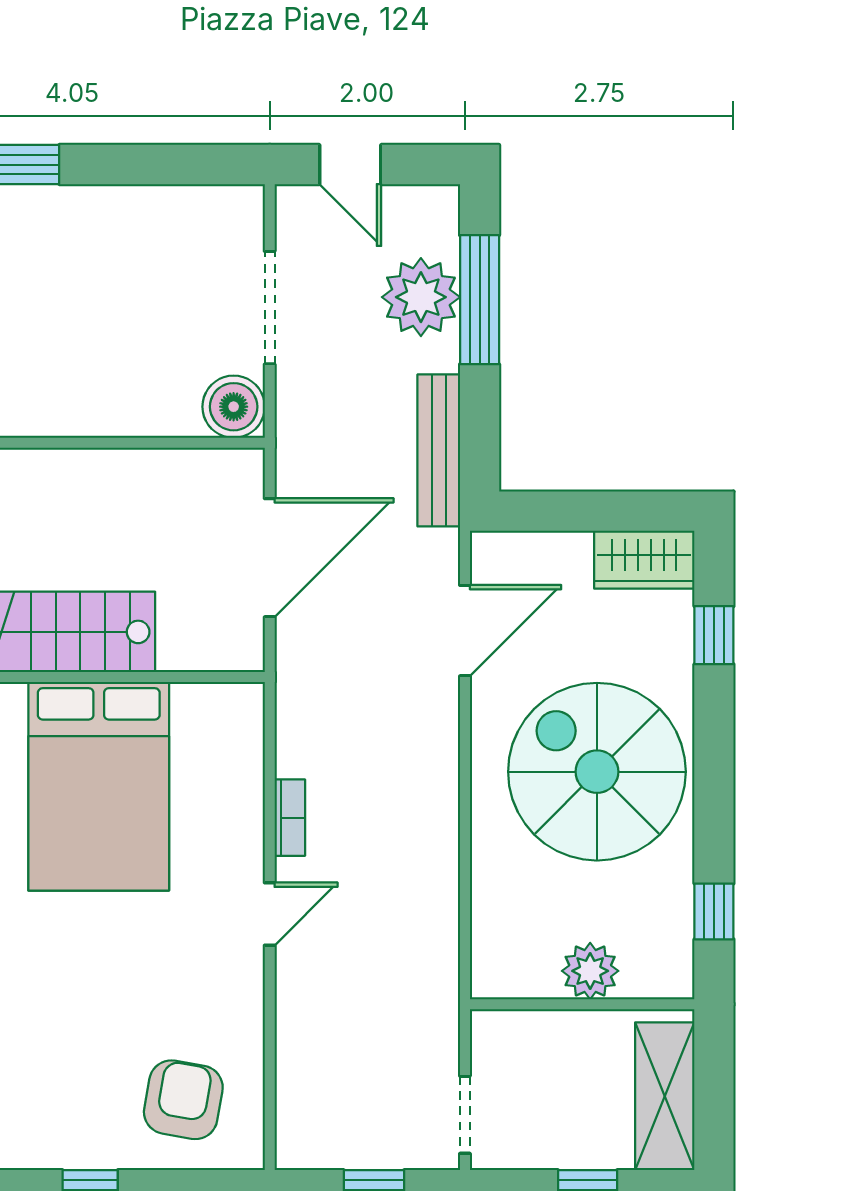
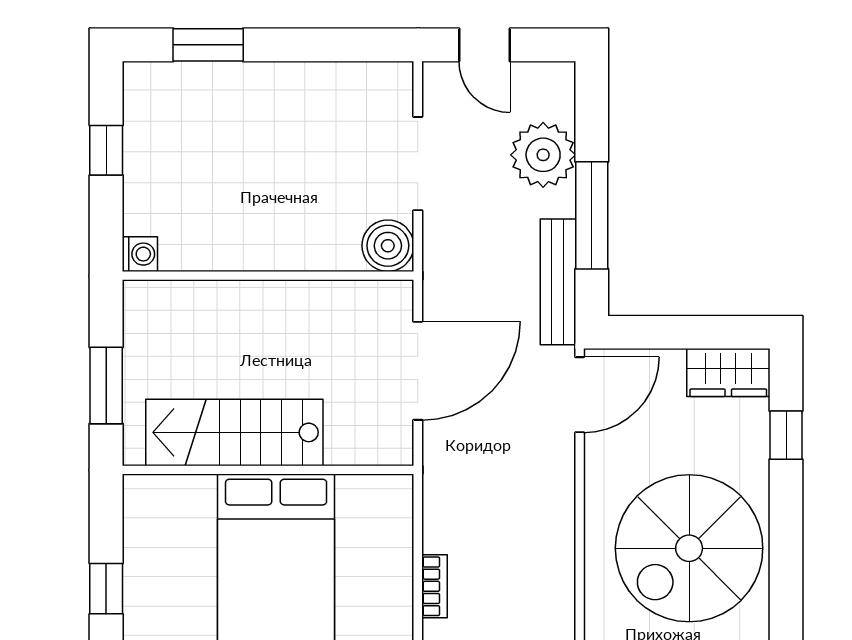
window: (480, 300) -> (592, 215), moved
door: (465, 631) -> (580, 395), moved
spiral stairs: (597, 772) -> (689, 548), turned -90

